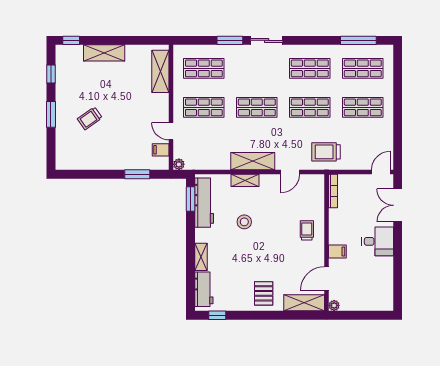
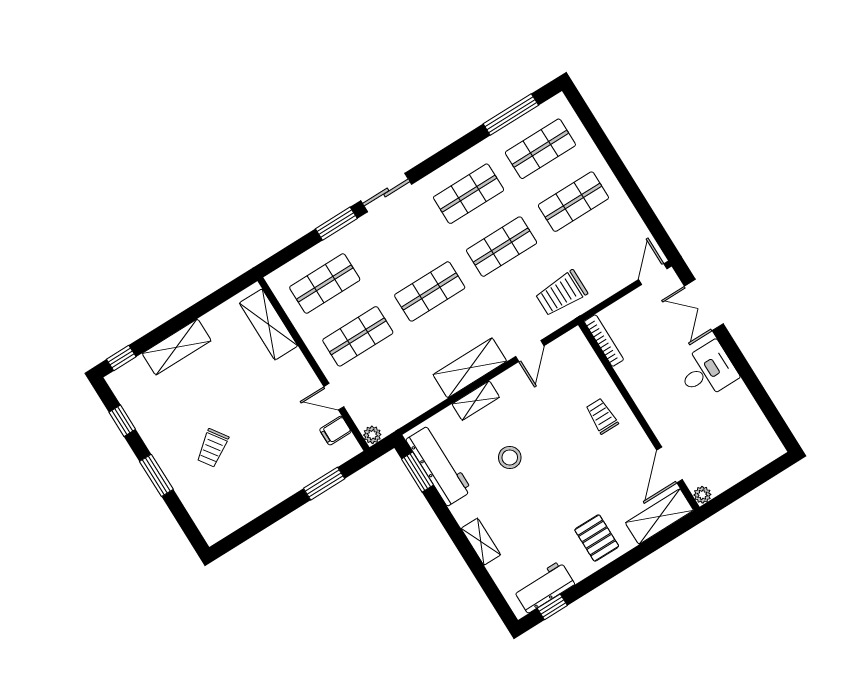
filing cabinet: (337, 251) -> (661, 419), removed
workbench: (204, 289) -> (544, 587), moved, turned -90

